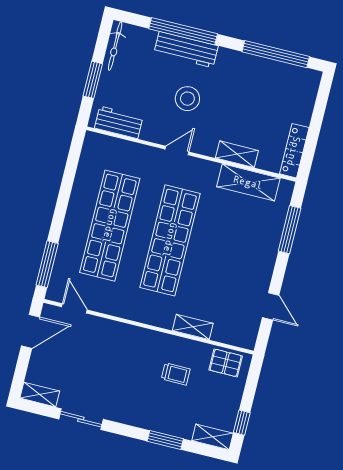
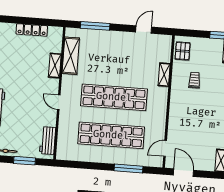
stool: (187, 99) -> (26, 101), removed
locker: (294, 151) -> (32, 30), moved
window: (47, 264) -> (128, 168), moved

